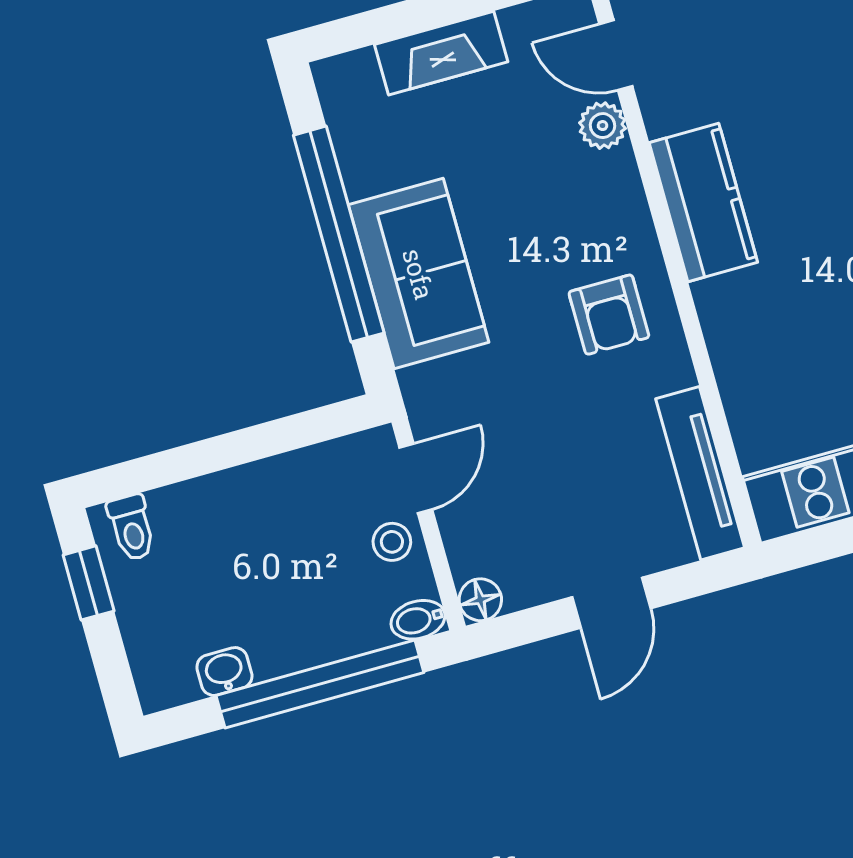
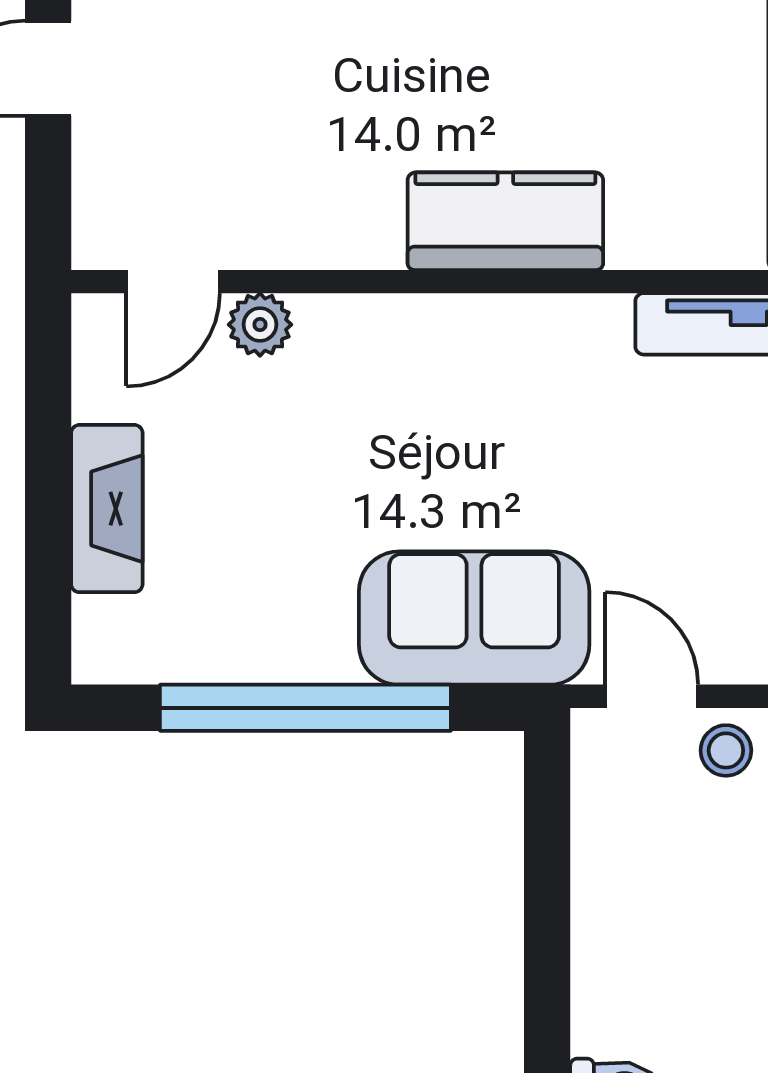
kitchen counter: (703, 202) -> (505, 221), moved
sofa: (419, 274) -> (474, 618), moved
armchair: (609, 315) -> (509, 385), removed

